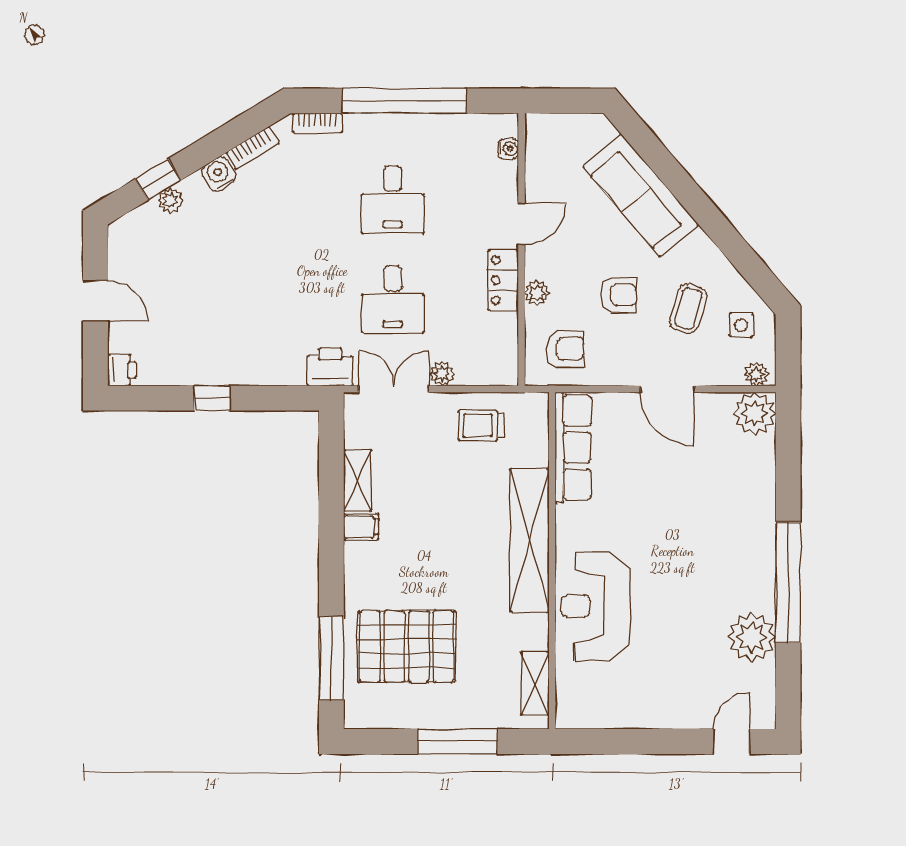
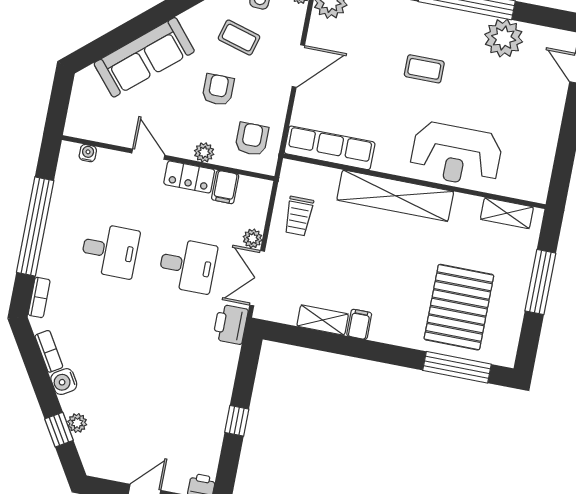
filing cabinet: (499, 327) -> (225, 187), added
coffee table: (694, 546) -> (424, 69), added

